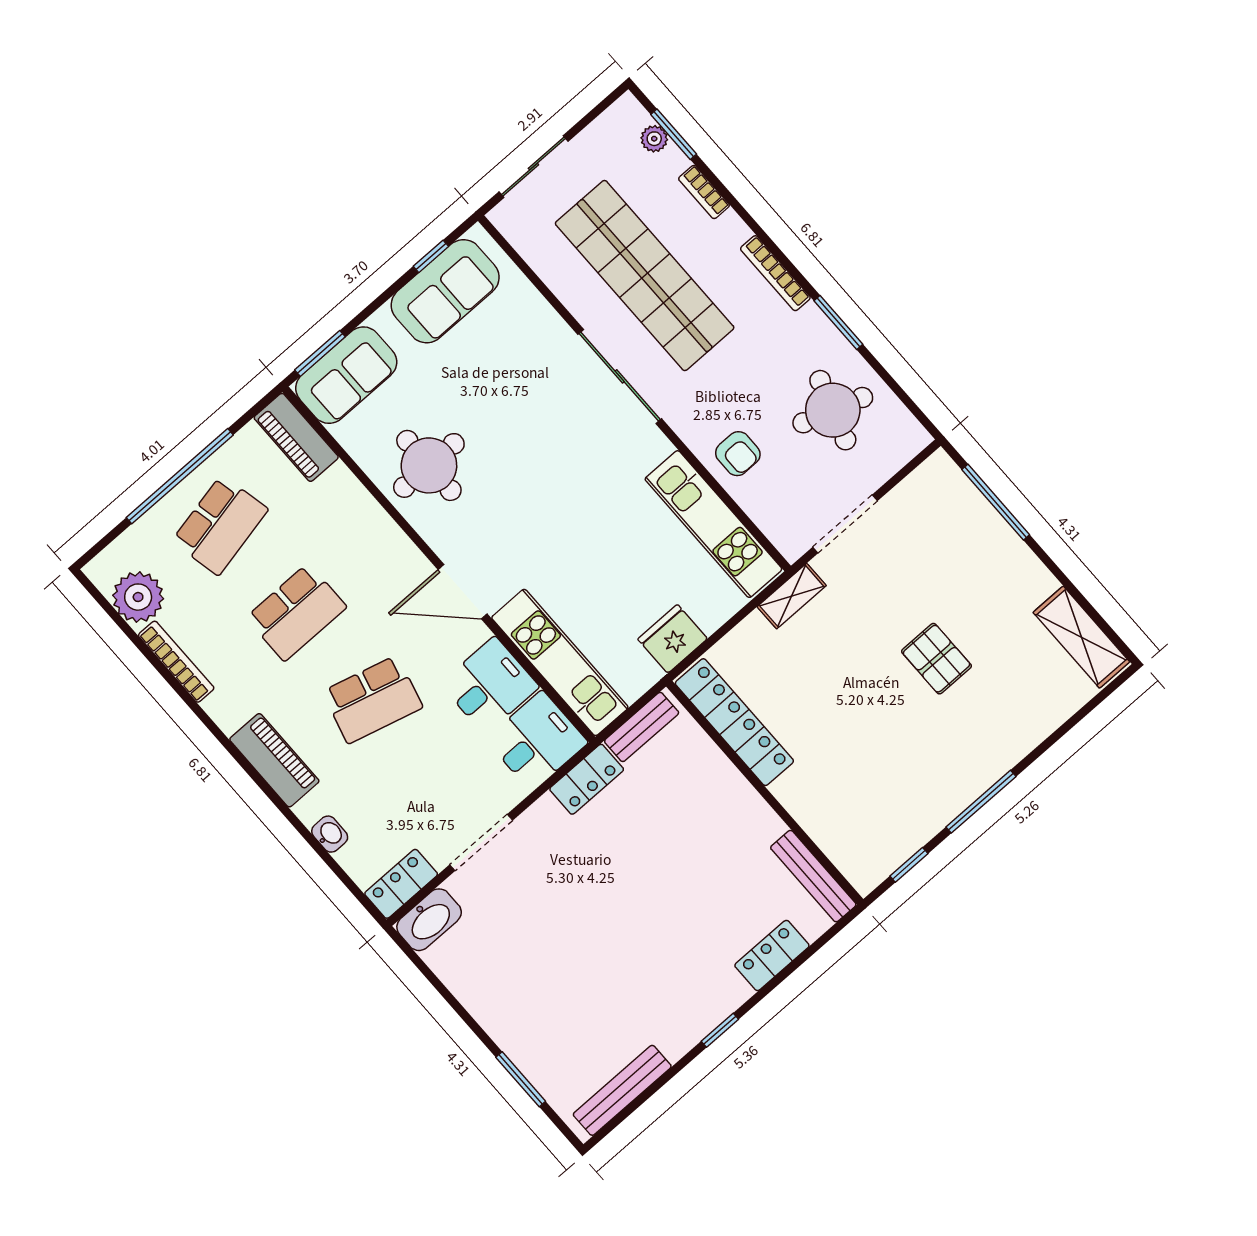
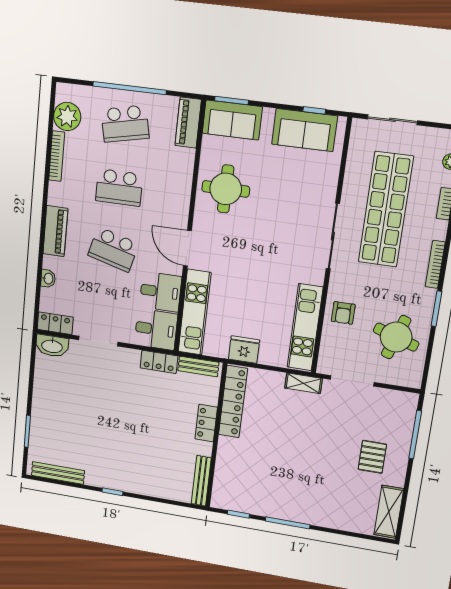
pallet: (937, 659) -> (372, 457), moved
locker: (772, 955) -> (206, 423), moved, turned -90

